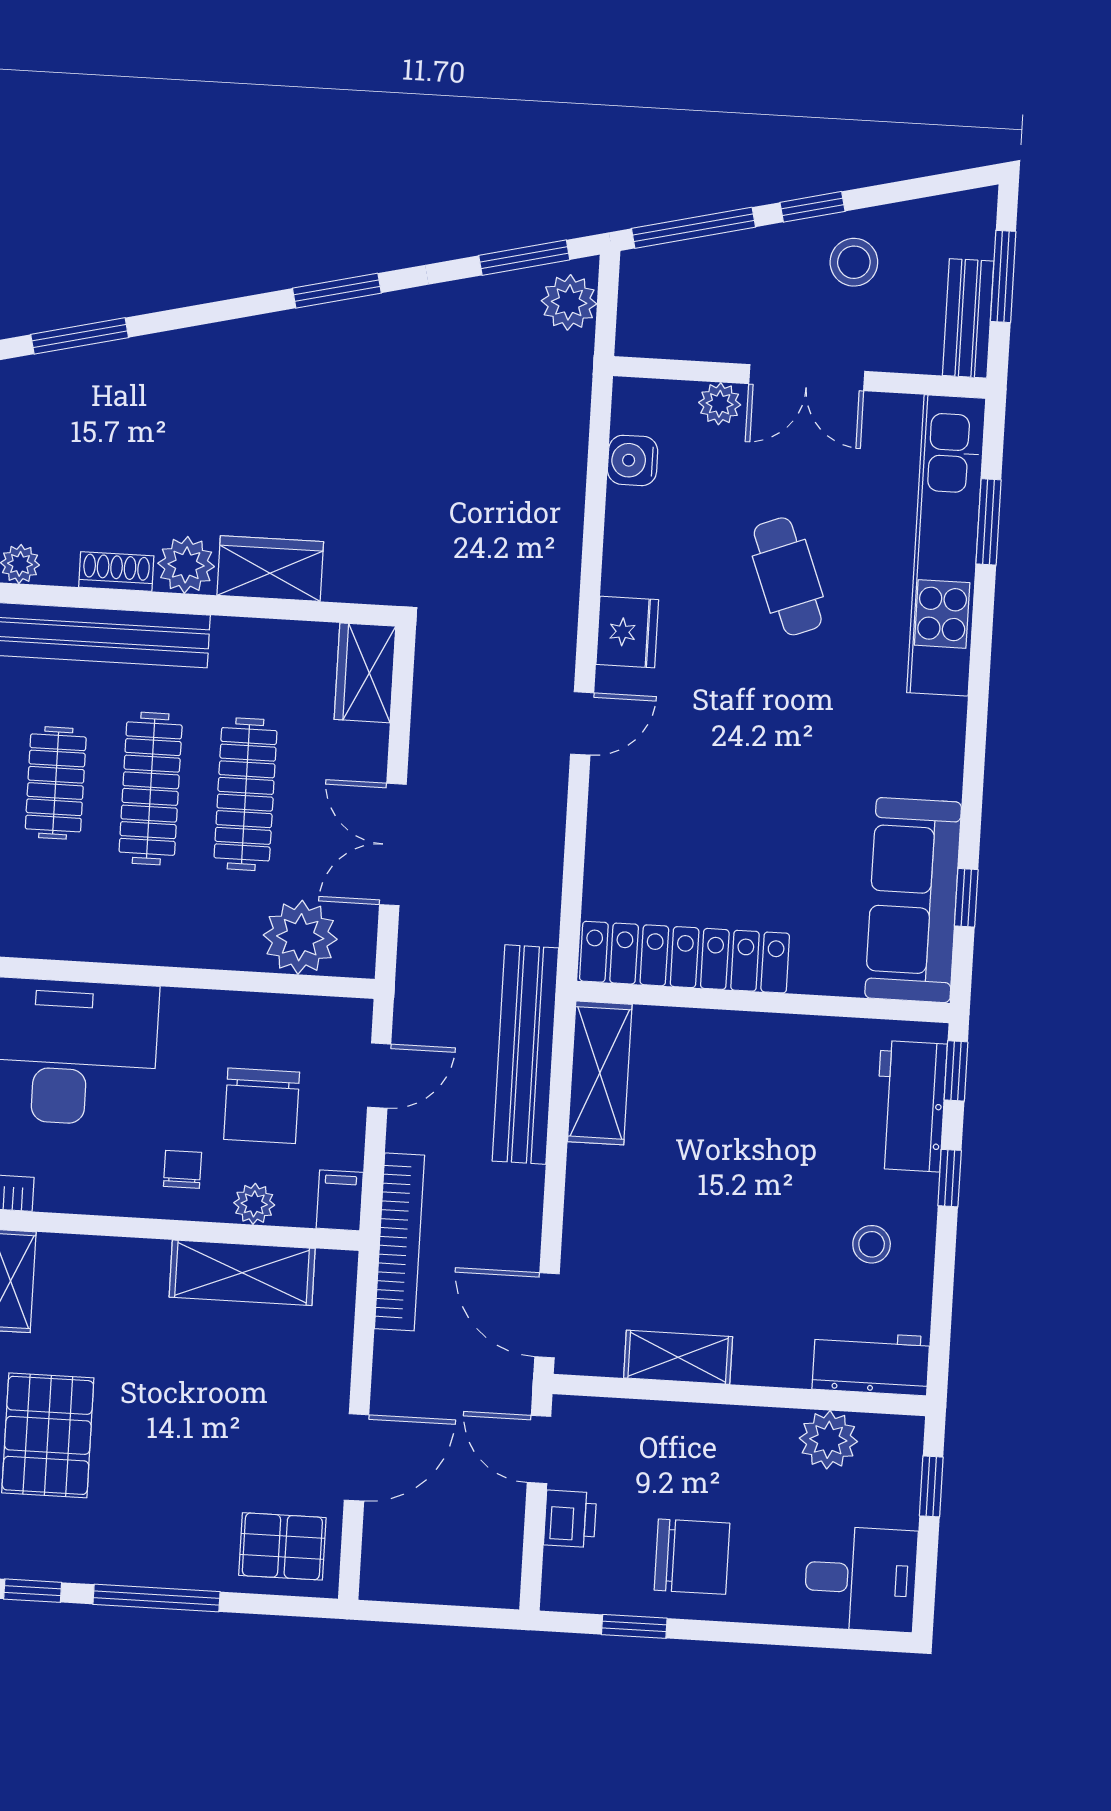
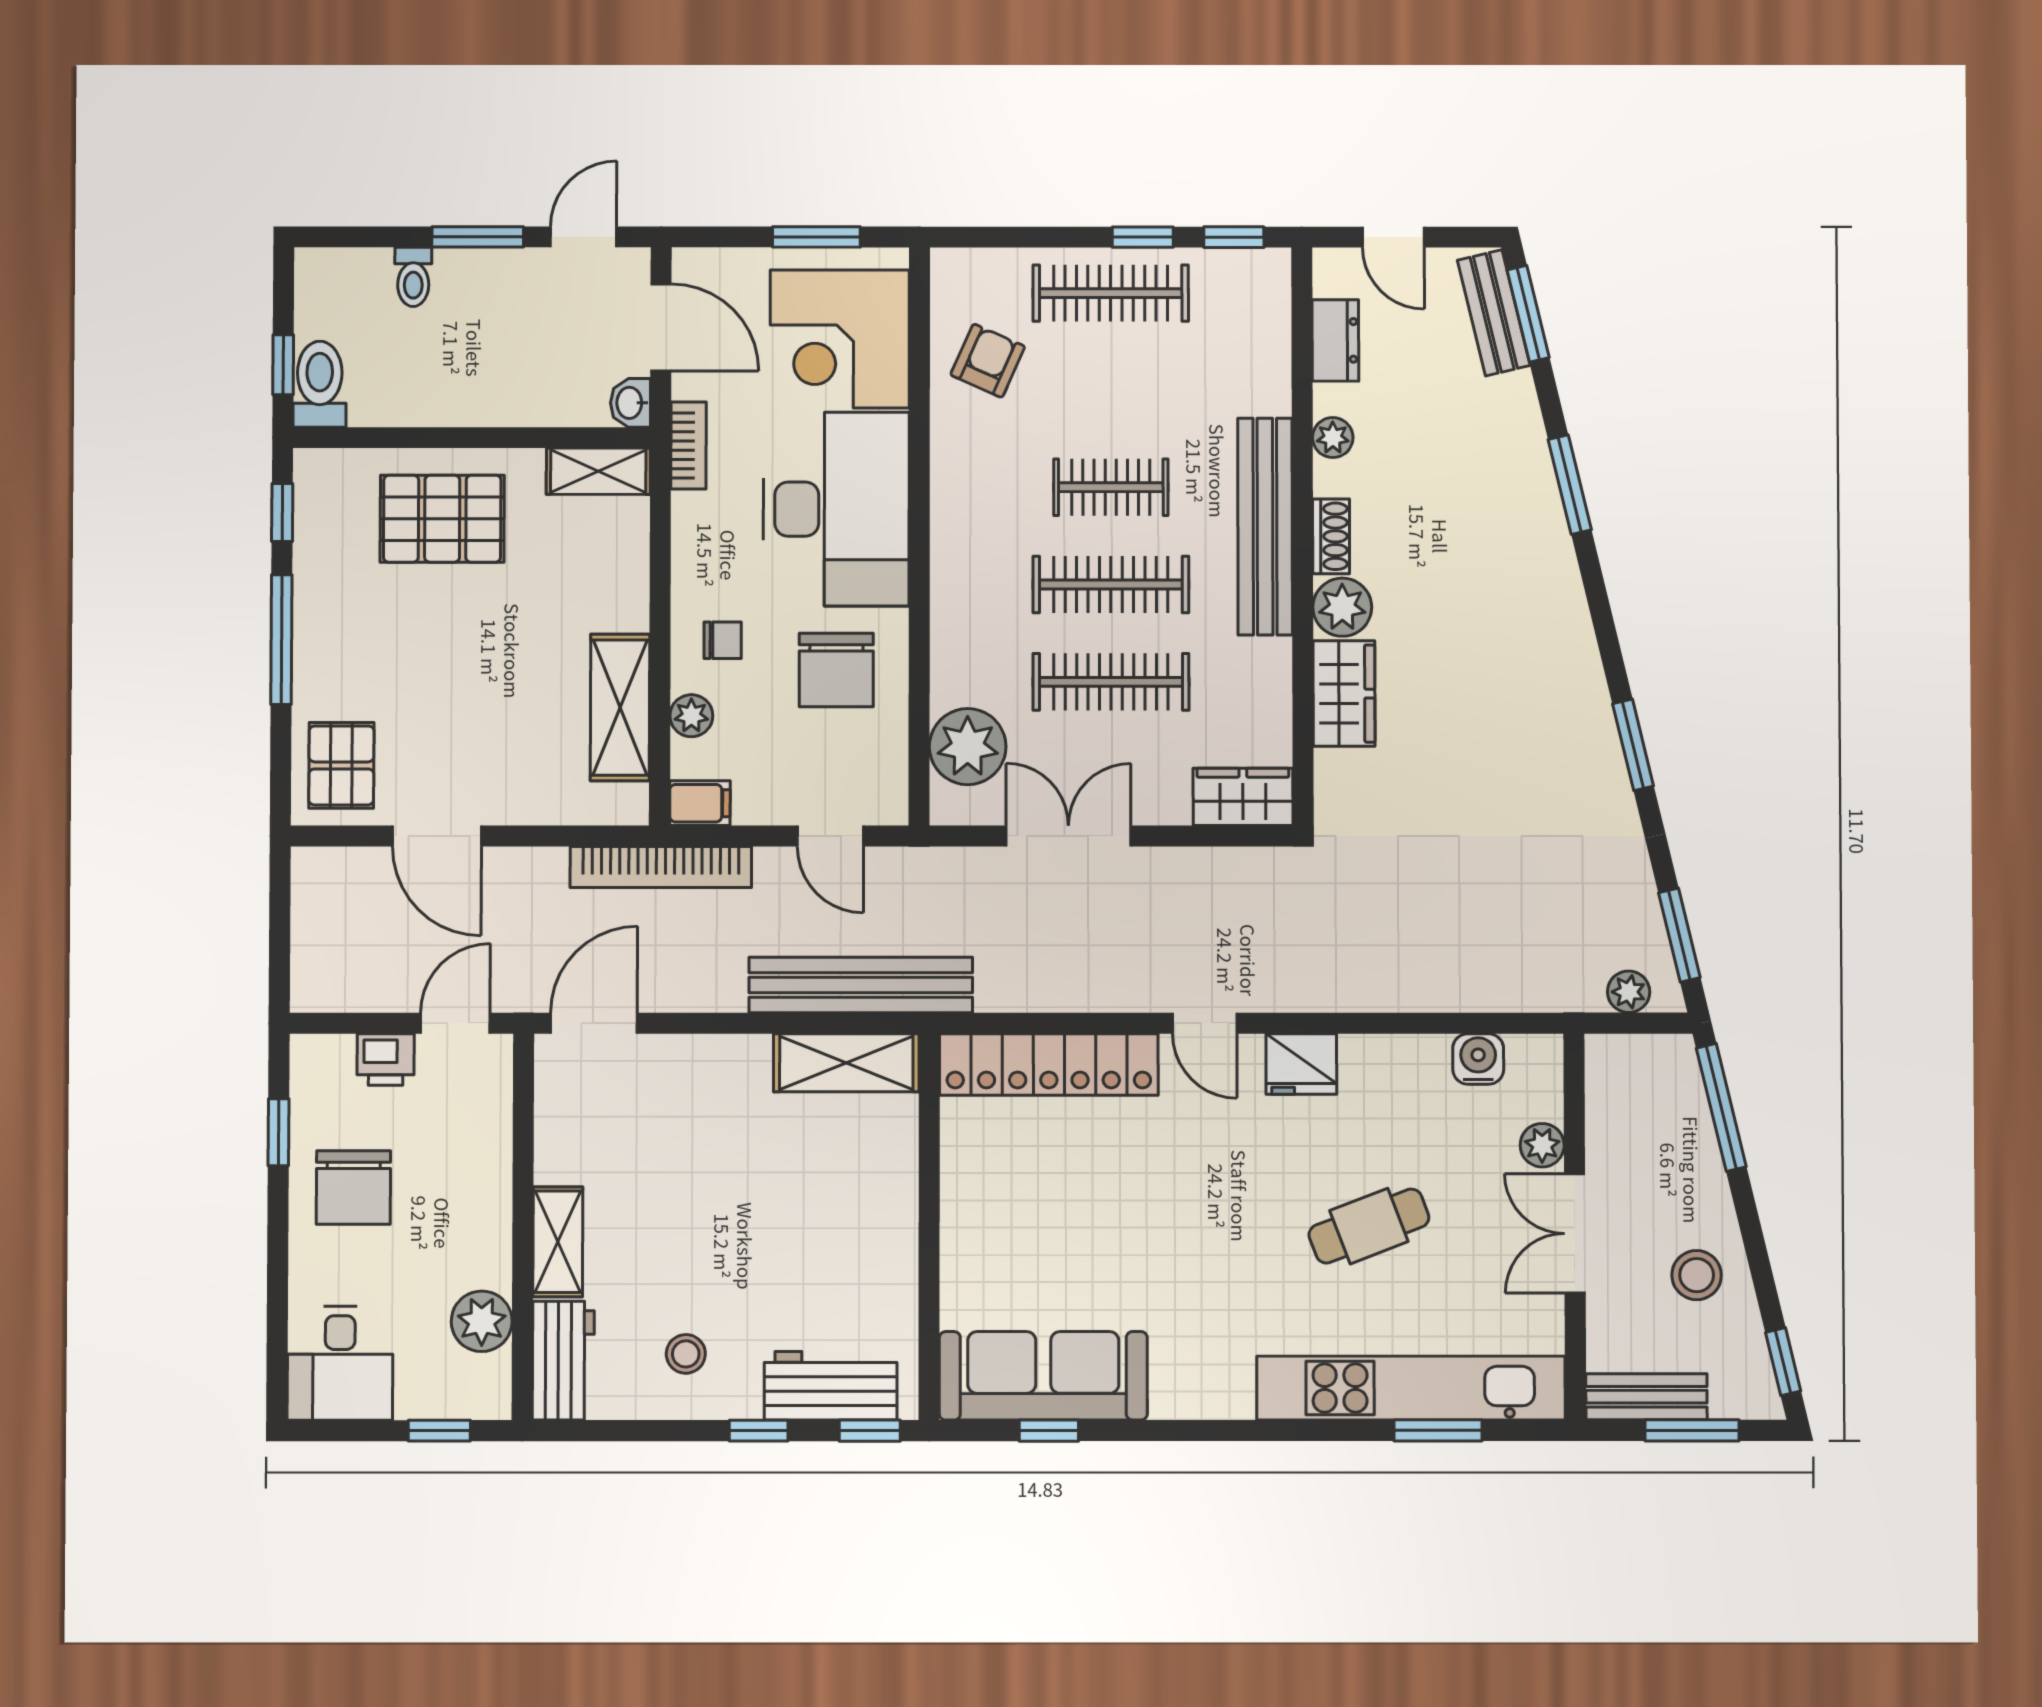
window: (813, 207) -> (1783, 1362), moved
plant: (569, 302) -> (1629, 992), width x0.73, depth x0.73
locker: (685, 957) -> (1049, 1065), moved, turned 90
chair: (262, 1106) -> (836, 670), moved, turned -90
shelving: (678, 1357) -> (558, 1242), moved

